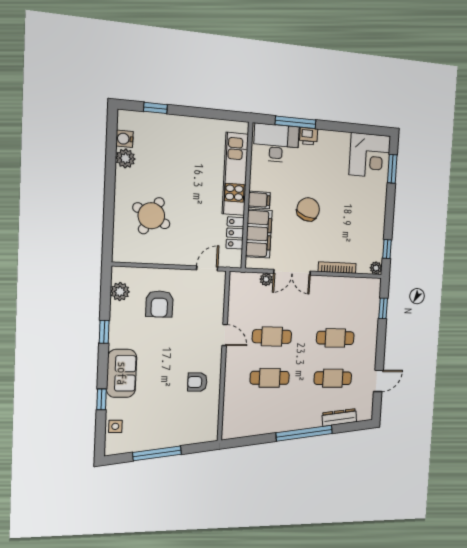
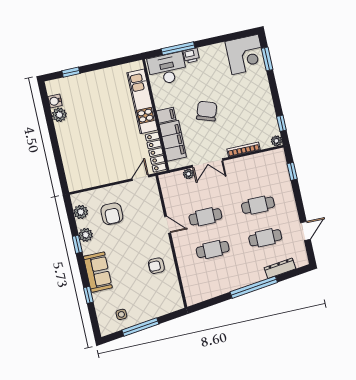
round table: (151, 216) -> (89, 150), removed
locker: (235, 233) -> (156, 152), width x1.53
plant: (118, 322) -> (86, 235), added
side table: (115, 426) -> (121, 314), moved

